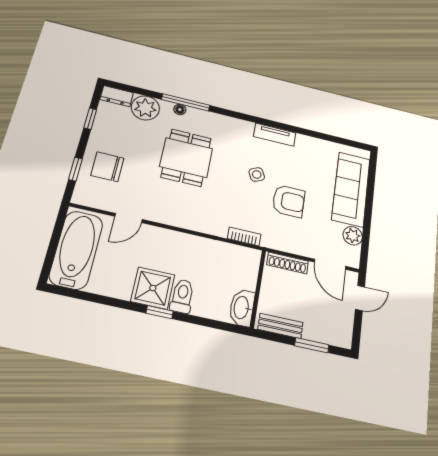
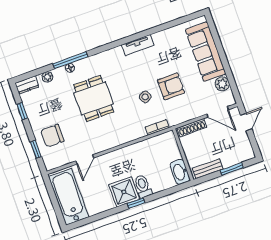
plant: (145, 108) -> (47, 77), width x0.53, depth x0.53
side table: (257, 174) -> (145, 97), moved

